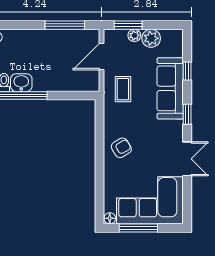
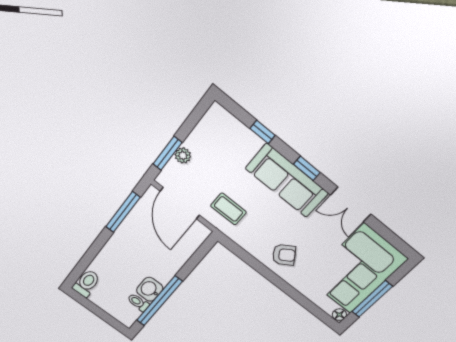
plant: (151, 38) -> (199, 141), removed
door: (102, 56) -> (180, 203), width x1.36
sofa: (170, 88) -> (287, 181), moved
armchair: (121, 148) -> (284, 255), turned 87
double door: (187, 159) -> (351, 205), swing flipped

